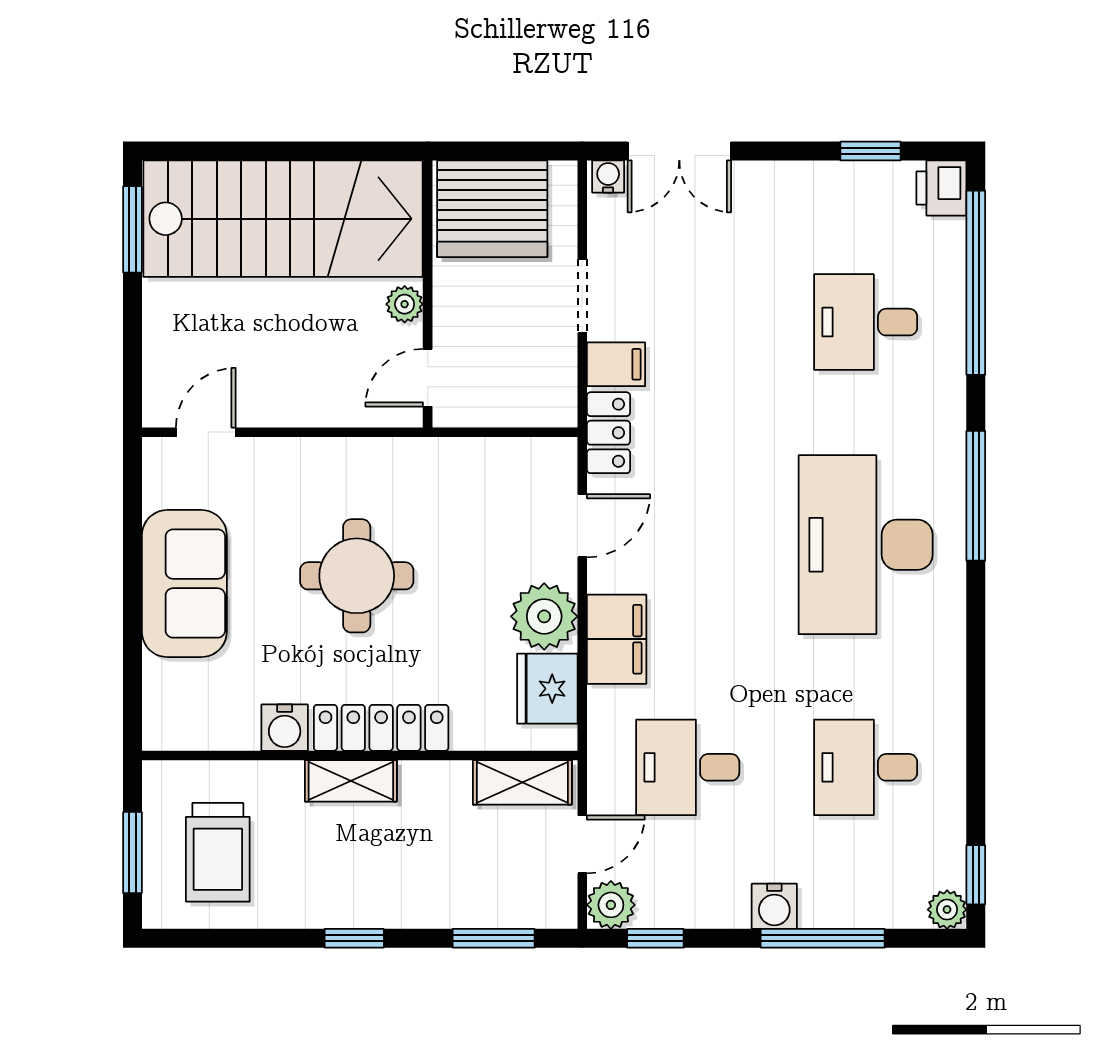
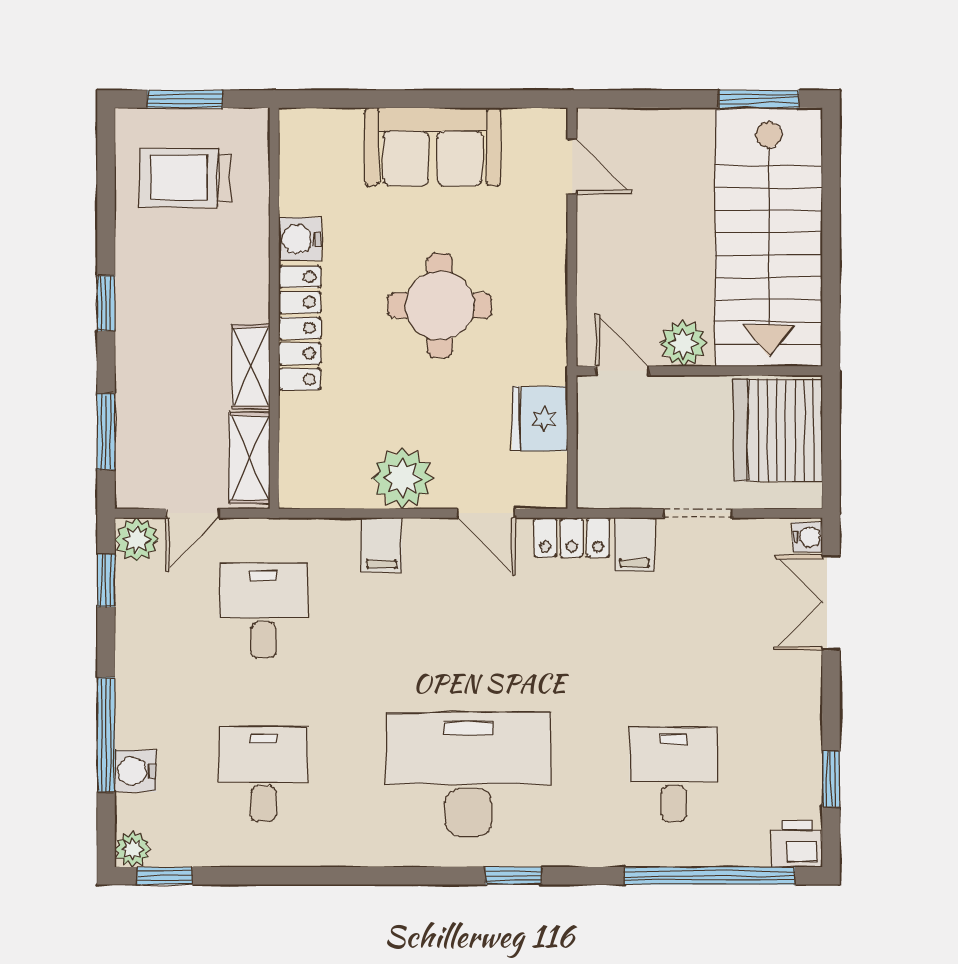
plant: (405, 304) -> (684, 343), width x1.38, depth x1.38
window: (976, 496) -> (513, 876), width x0.46
filing cabinet: (617, 639) -> (381, 545), width x0.50
fridge: (547, 689) -> (540, 419), moved, turned -90
shelving: (351, 781) -> (251, 367), moved
door: (582, 844) -> (192, 513), hinge flipped
water cooler: (774, 906) -> (135, 771), moved

